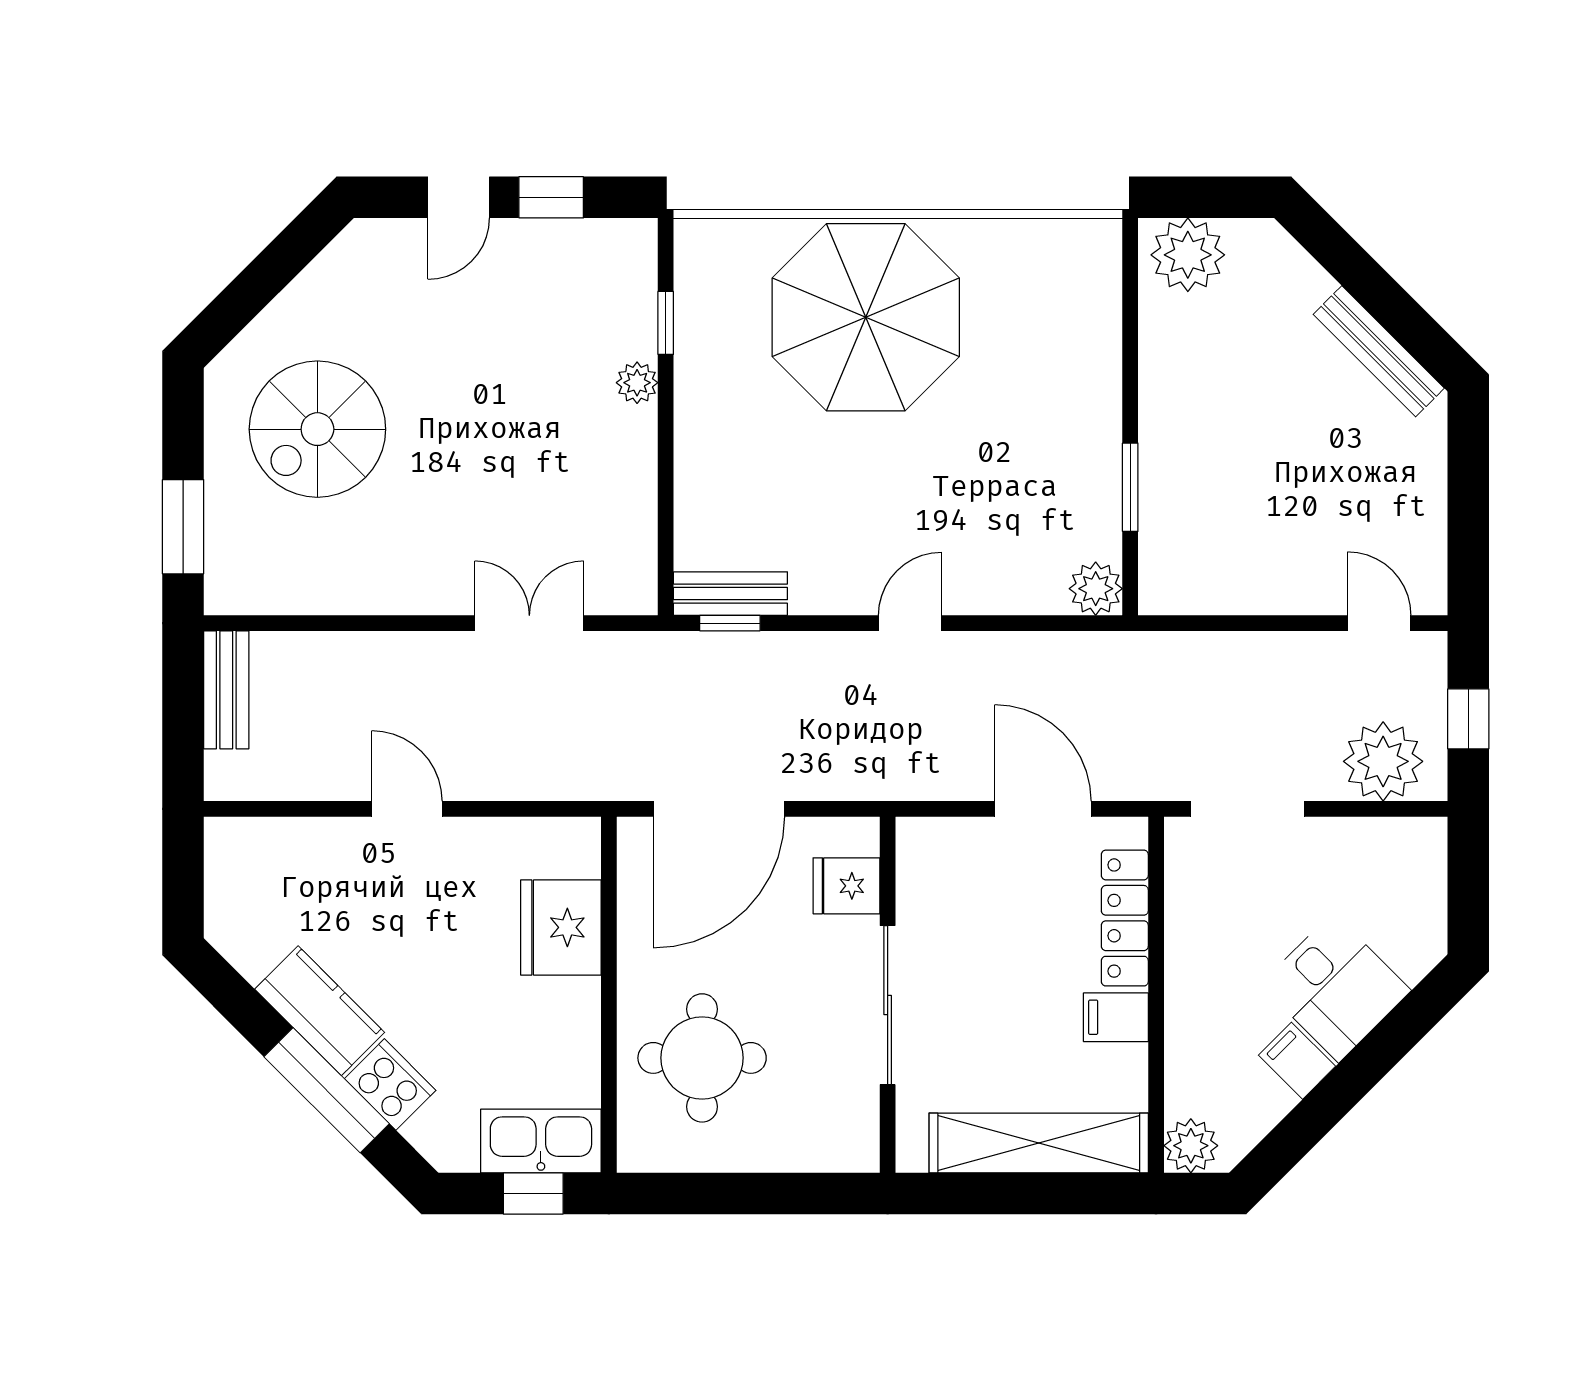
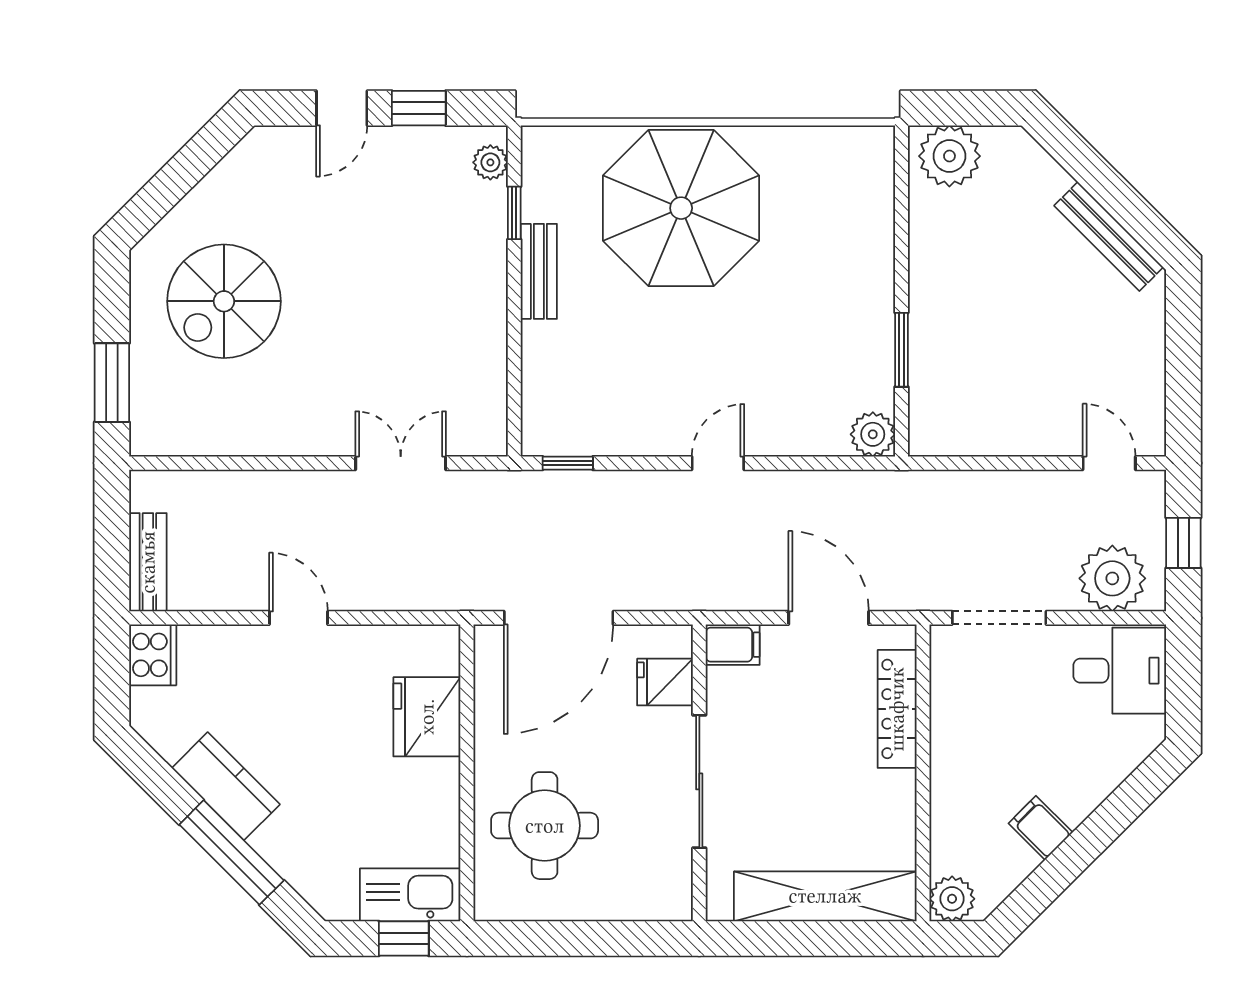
plant: (637, 383) -> (490, 162), moved
bench: (730, 594) -> (539, 271), moved, turned 90
bench: (226, 690) -> (148, 562), moved
desk: (1336, 987) -> (1120, 671), moved, turned -45
filing cabinet: (1116, 1017) -> (733, 645), moved, turned 180
cooker: (390, 1085) -> (153, 655), moved, turned 45

